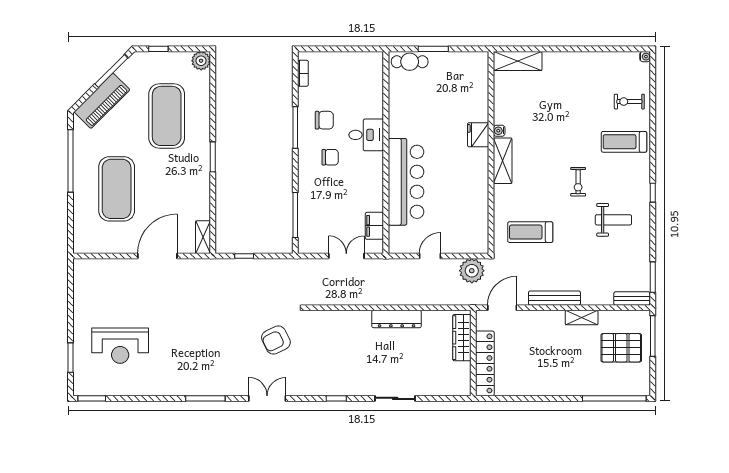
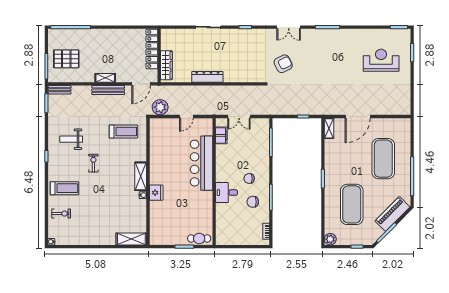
shelving: (582, 317) -> (105, 78), moved

